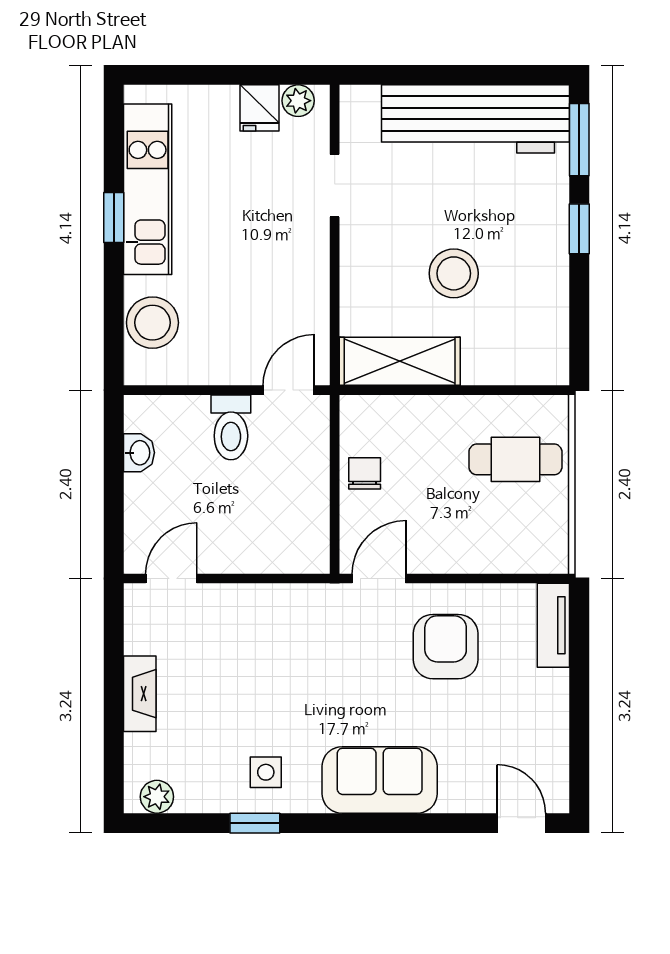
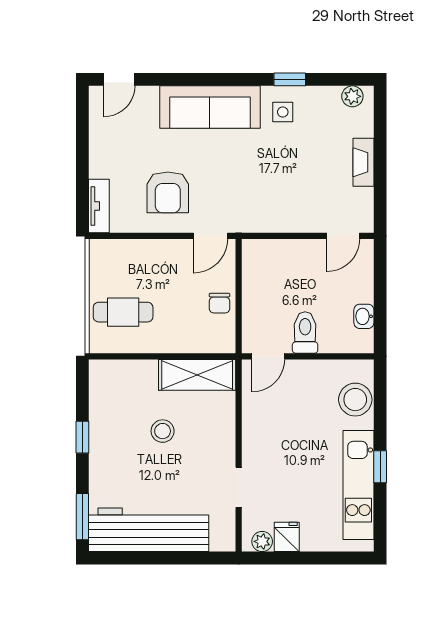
window: (579, 229) -> (82, 437), moved
stool: (454, 273) -> (163, 431), width x0.73, depth x0.73
sofa: (380, 780) -> (210, 107), width x1.36
door: (521, 823) -> (119, 79), hinge flipped

